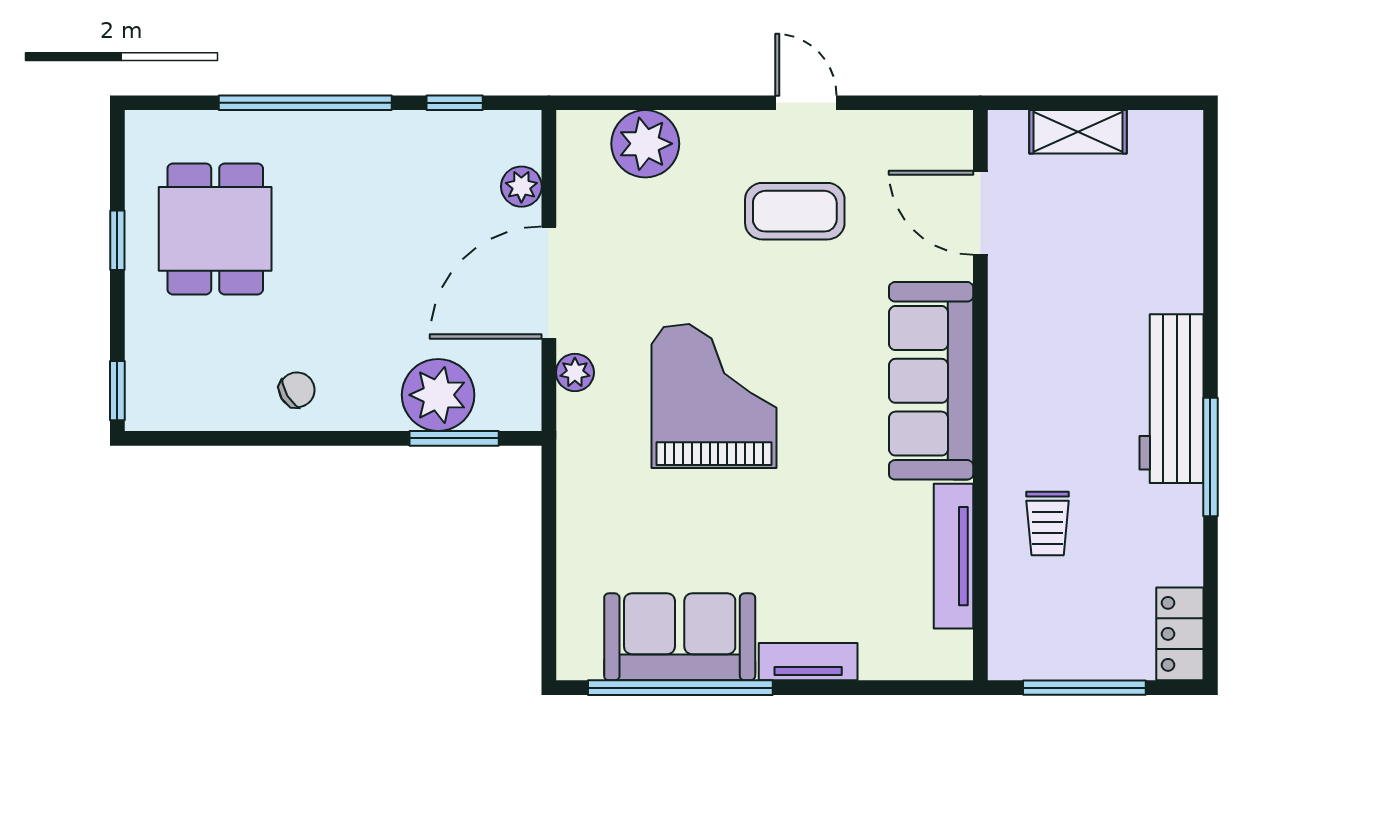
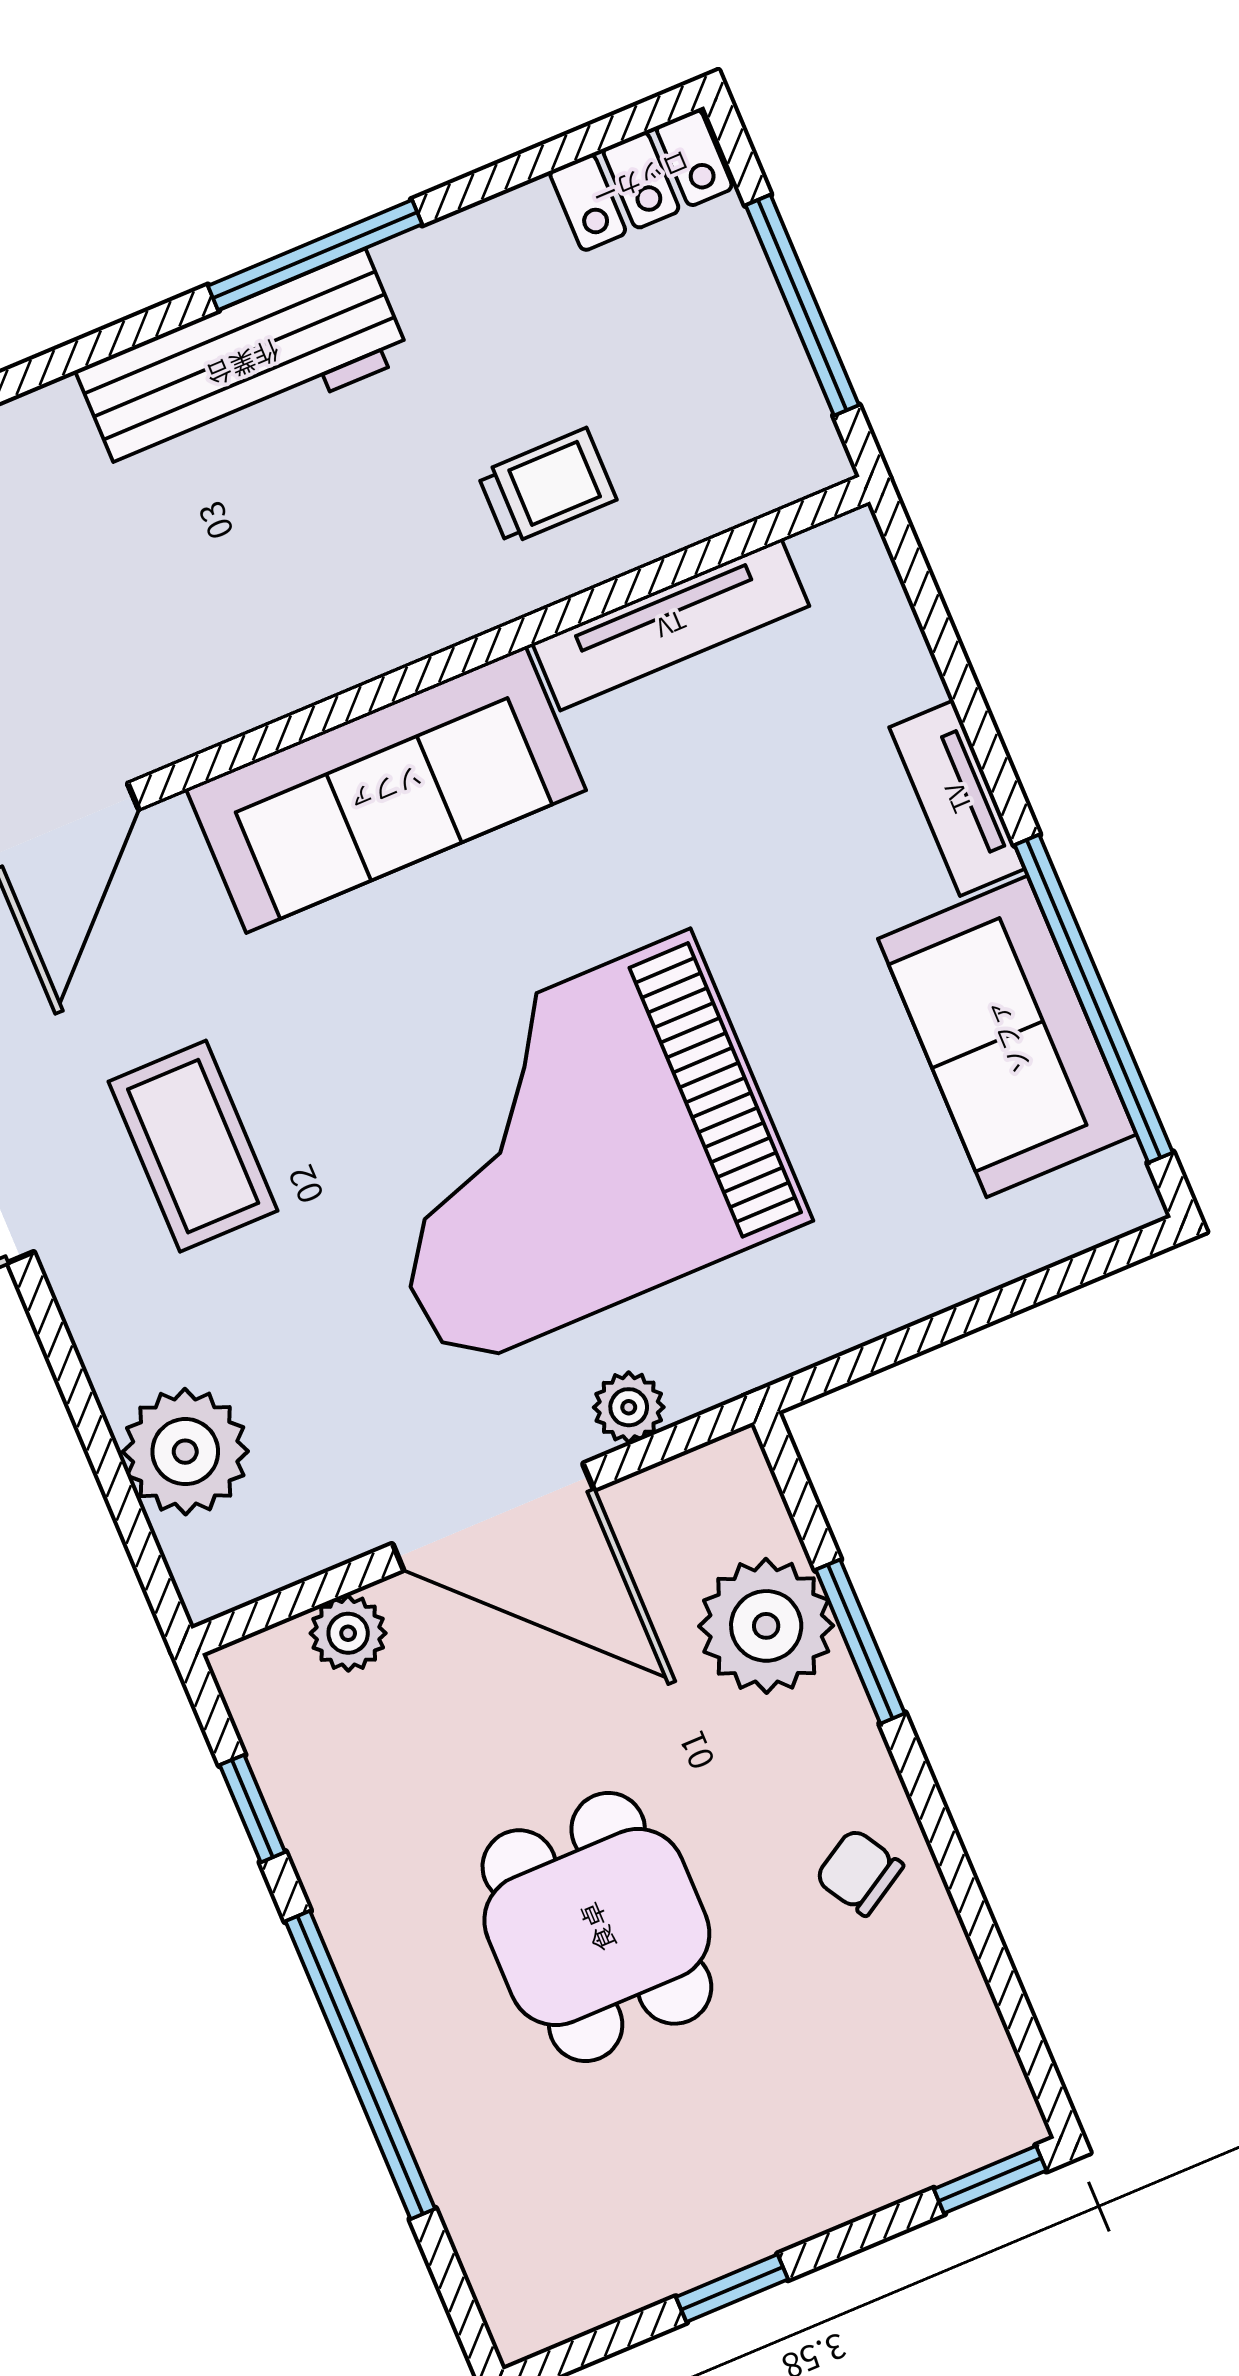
dining table: (215, 229) -> (597, 1927), moved, turned 90
grand piano: (714, 396) -> (569, 1152), width x1.37, depth x1.48
window: (454, 438) -> (860, 1642), moved

